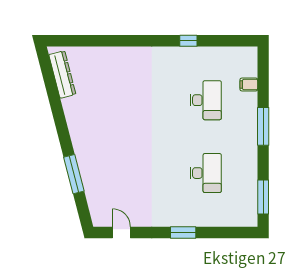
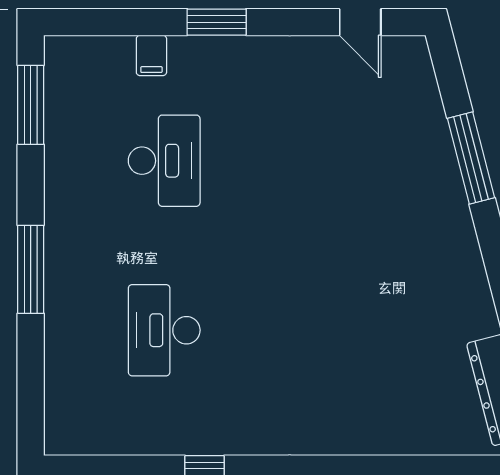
filing cabinet: (249, 85) -> (151, 55), moved, turned 90
desk: (206, 173) -> (164, 161), turned 180

